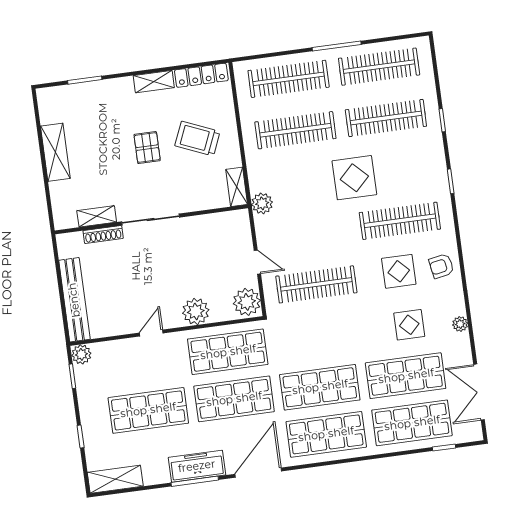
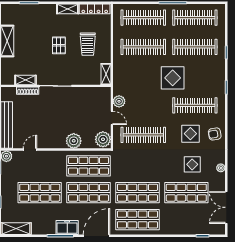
trolley: (197, 139) -> (88, 44), turned -113
plant: (262, 203) -> (119, 101), moved
door: (151, 333) -> (30, 150), moved
shop shelf: (412, 423) -> (186, 220), removed
freezer: (197, 466) -> (67, 228), width x0.71

